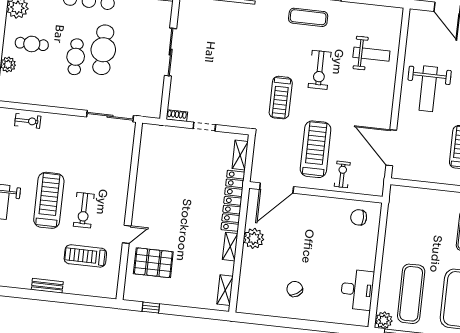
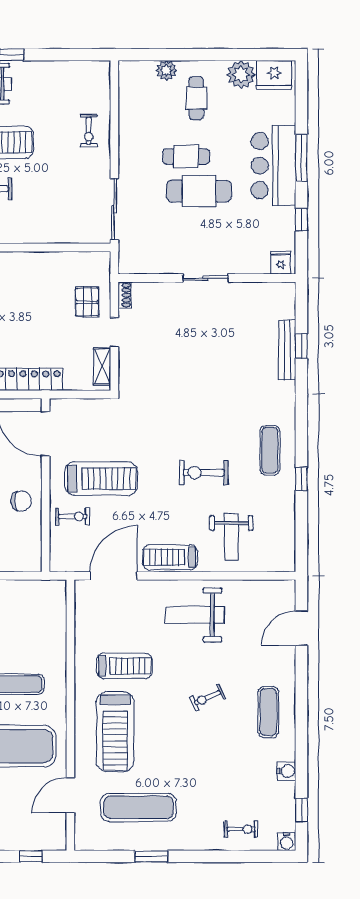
sliding door: (171, 52) -> (206, 278), width x0.73
treadmill: (281, 98) -> (170, 557), moved
exercise bike: (28, 121) -> (89, 131), moved
pallet: (179, 145) -> (87, 302), added
shelving: (240, 155) -> (102, 366), moved, turned 90
chair: (359, 217) -> (21, 501), moved, turned 90

